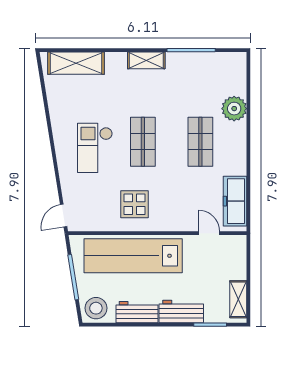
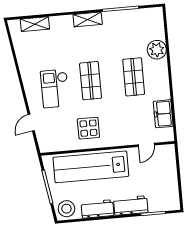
shelving: (76, 63) -> (35, 24), width x0.67, depth x0.75
freezer: (235, 201) -> (163, 114), width x0.71
door: (64, 216) -> (31, 123), moved
door: (209, 233) -> (146, 145), swing flipped
shelving: (238, 299) -> (173, 192), removed

